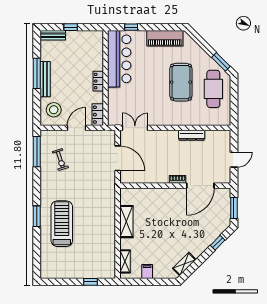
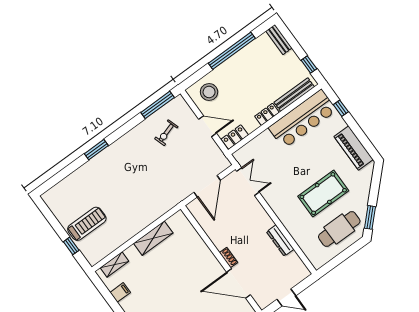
window: (71, 27) -> (309, 65), moved
window: (37, 73) -> (232, 51), width x1.46
bench: (45, 79) -> (294, 95), moved
treadmill: (62, 224) -> (87, 224), moved, width x0.73, depth x0.73

